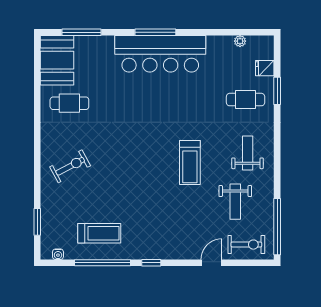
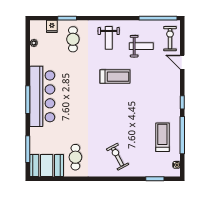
weight bench: (248, 153) -> (109, 38), turned -90

